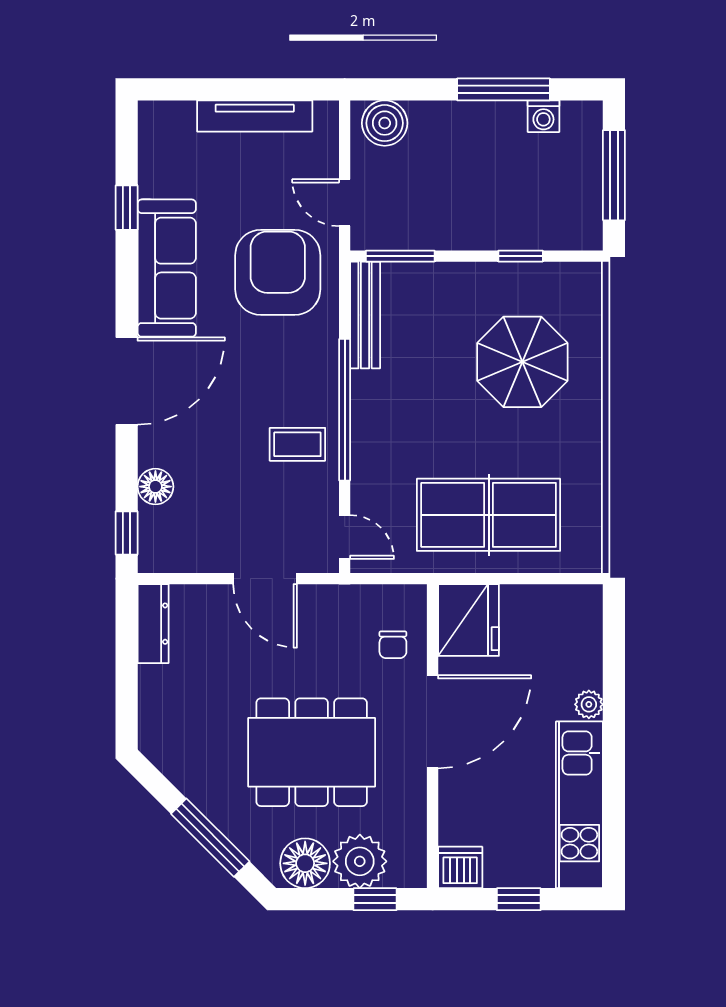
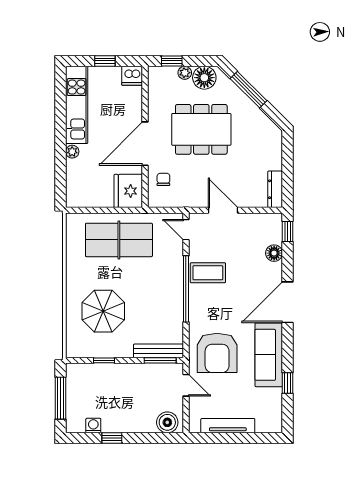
window: (503, 89) -> (112, 438), width x0.46
bench: (365, 315) -> (158, 351), moved, turned 90
coffee table: (297, 444) -> (208, 273), width x1.36, depth x1.30
plant: (360, 861) -> (185, 73), width x0.53, depth x0.53

